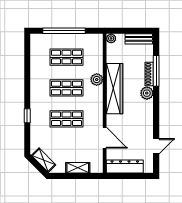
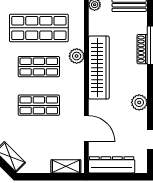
shop shelf: (66, 57) -> (39, 28), width x1.43, depth x1.36
plant: (147, 93) -> (139, 102), moved
shelving: (78, 168) -> (66, 166), moved

